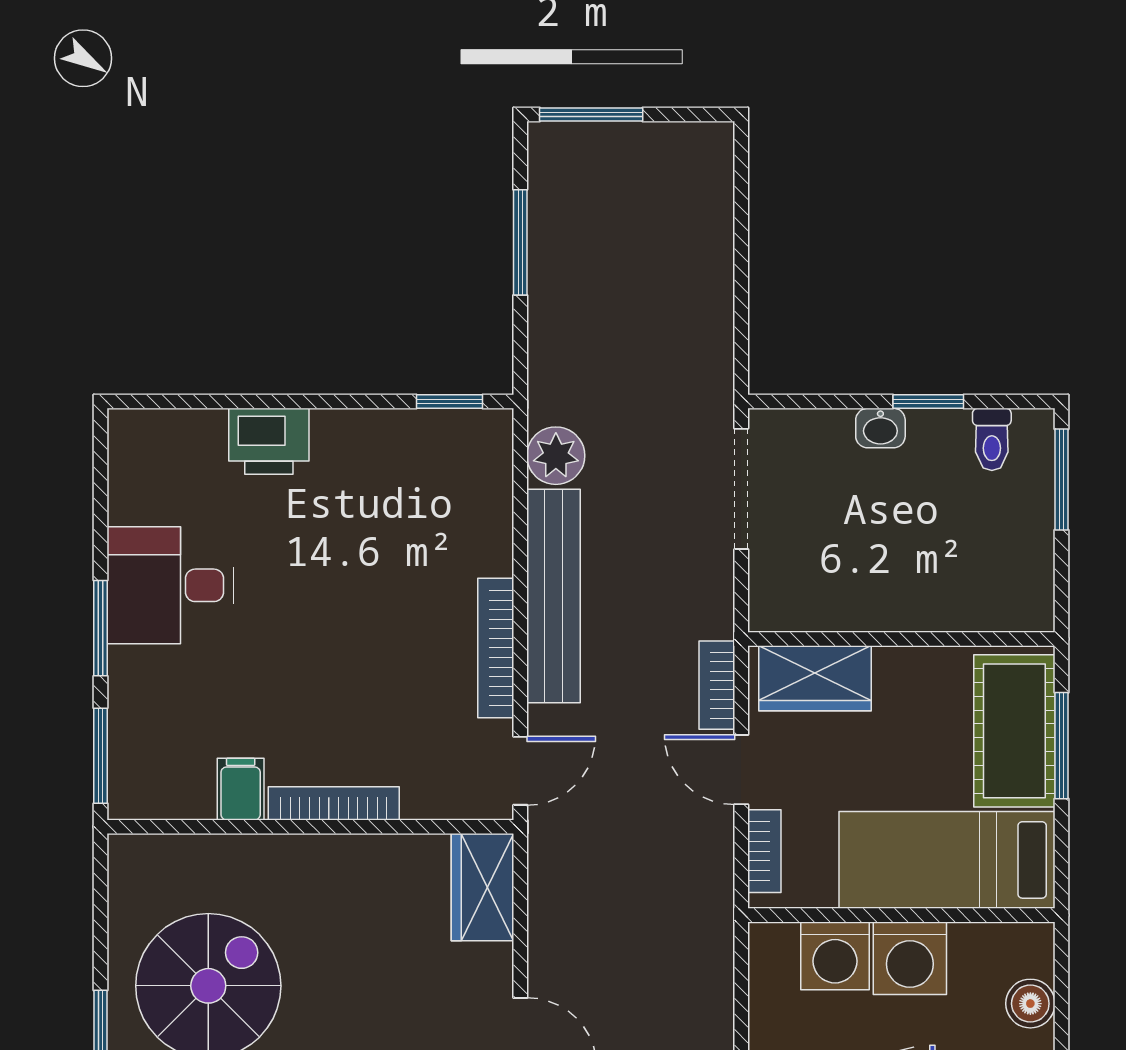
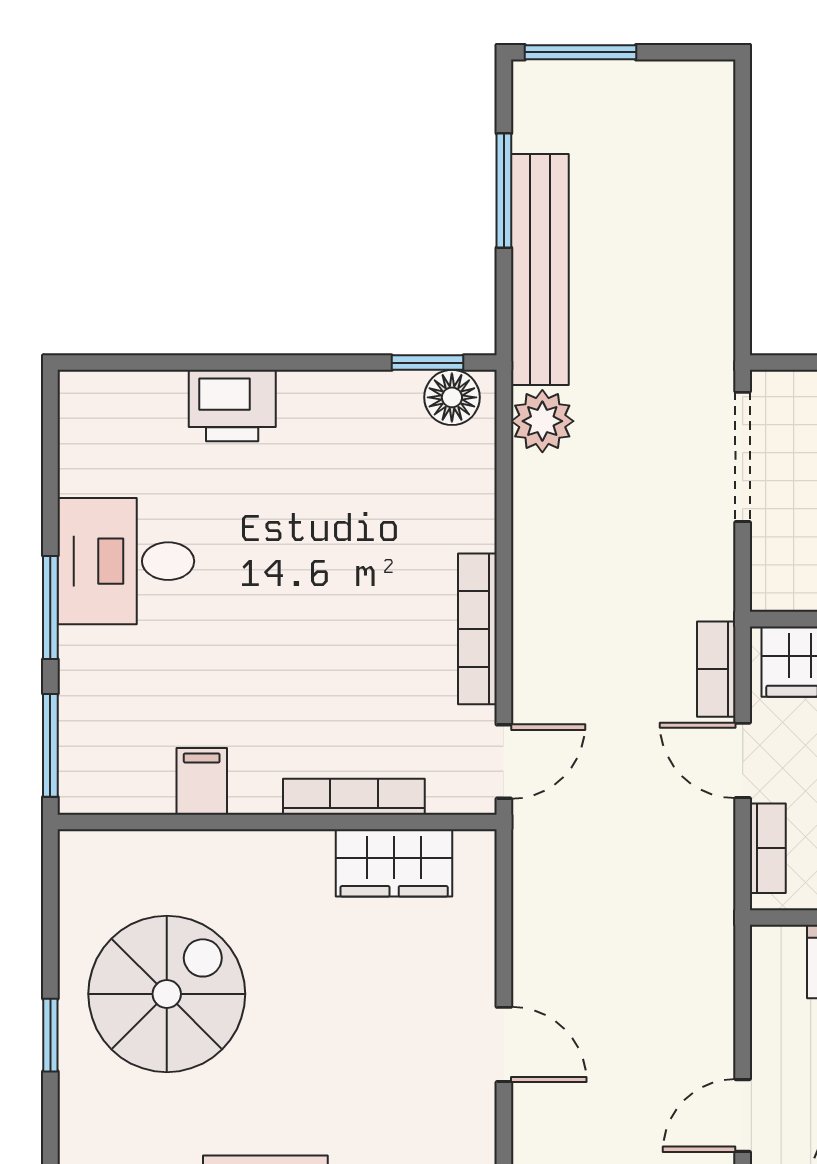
floor lamp: (472, 434) -> (452, 397), added
bench: (554, 596) -> (540, 269), moved
bookcase: (334, 803) -> (354, 797), moved
wardrobe: (482, 887) -> (394, 863), moved, turned -90

